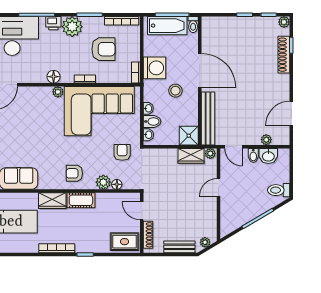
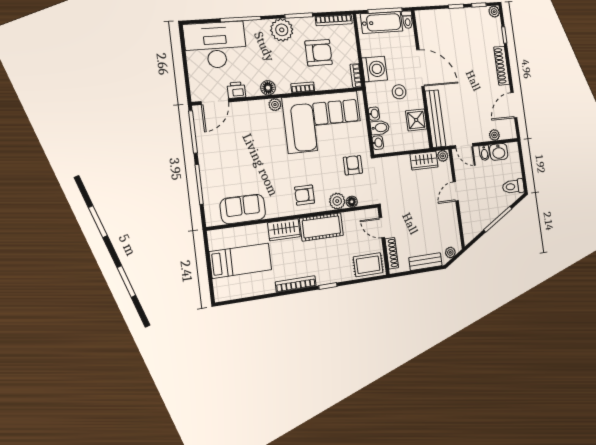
printer: (53, 23) -> (236, 90), moved, turned 180
shoe rack: (284, 55) -> (502, 66), moved
shower: (189, 136) -> (416, 120), moved
cot: (81, 200) -> (321, 227), width x1.37, depth x1.34

